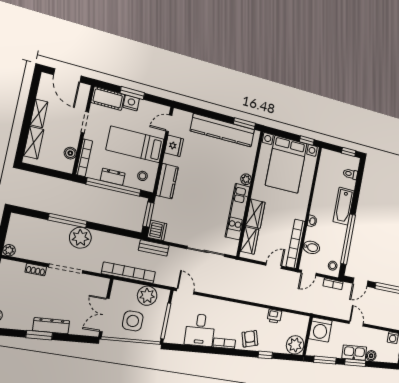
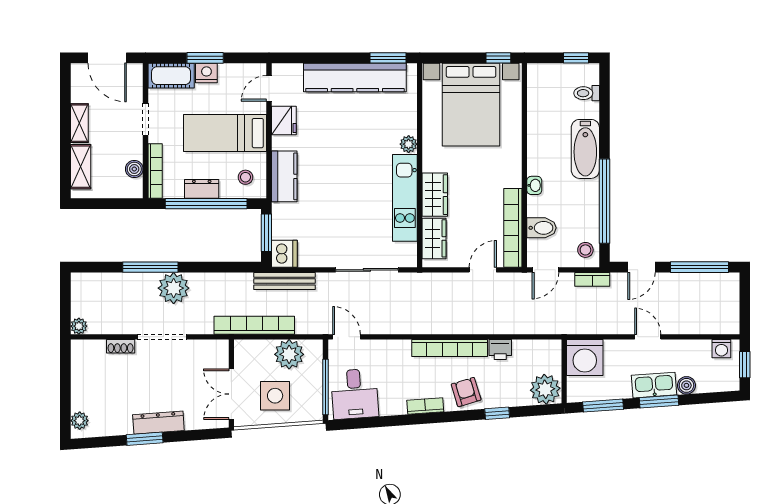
bench: (154, 248) -> (284, 281), width x1.36
bookcase: (246, 310) -> (450, 348), added
desk: (200, 330) -> (355, 394), moved

